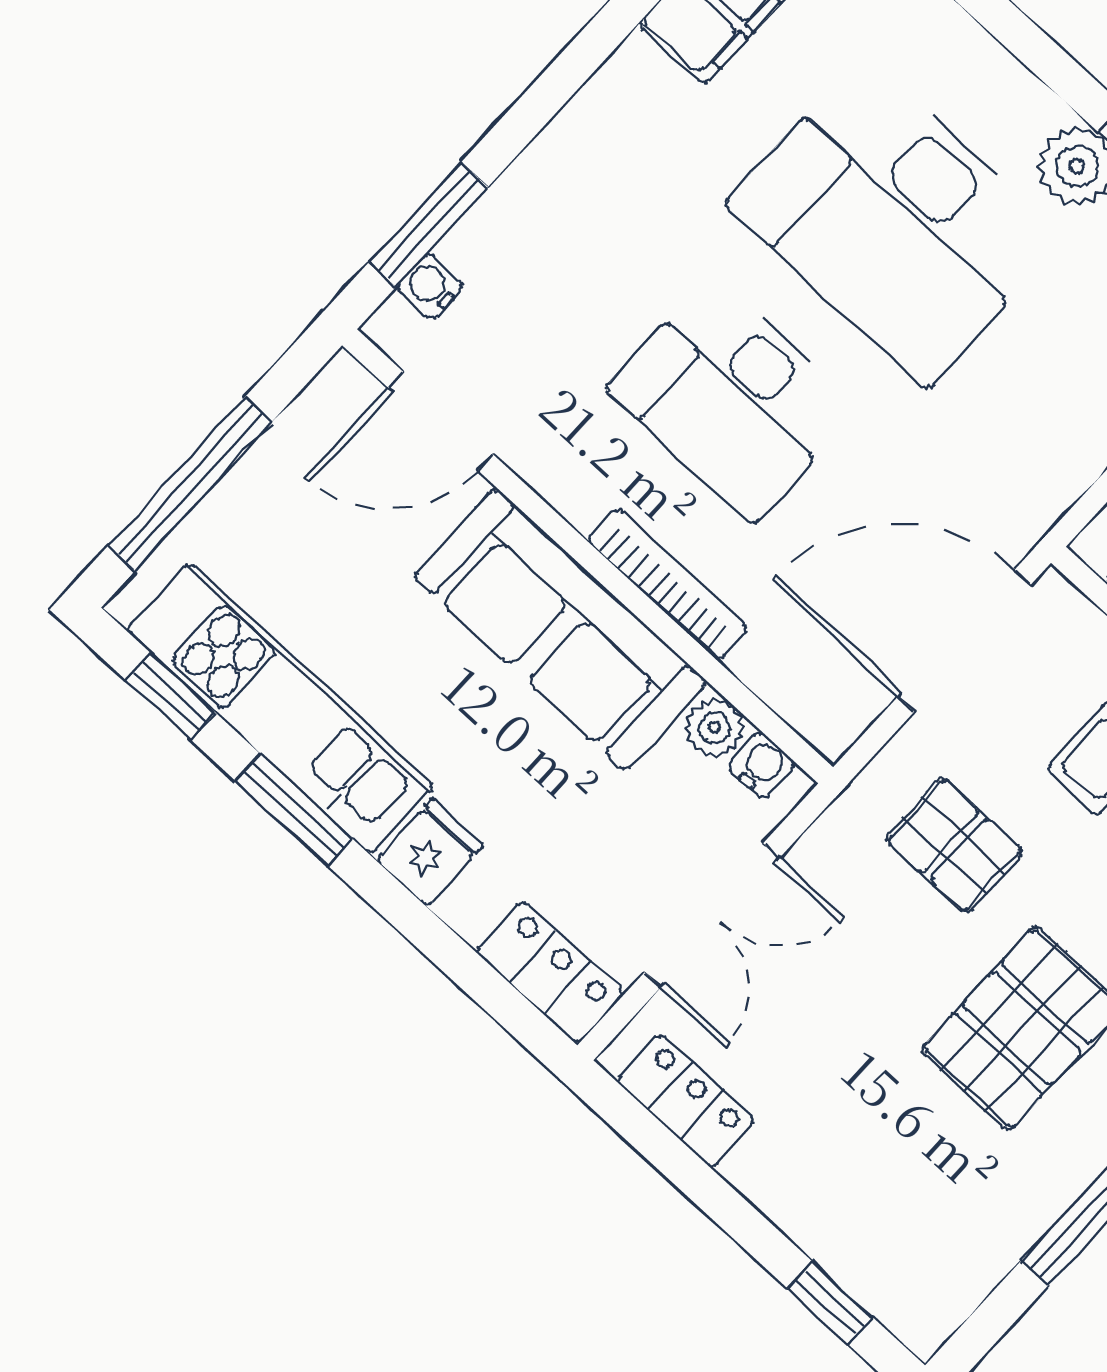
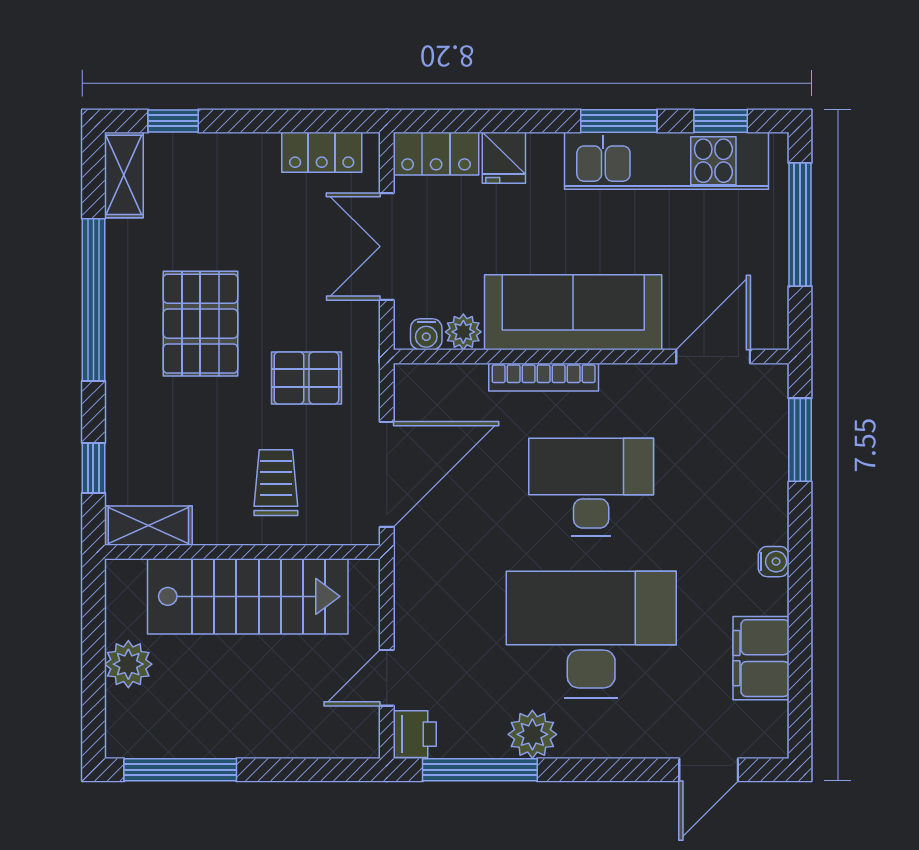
water cooler: (430, 286) -> (774, 562), moved
fridge: (430, 853) -> (504, 158), moved
shelving: (949, 1292) -> (124, 175), added

